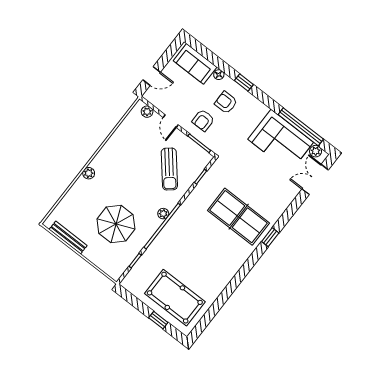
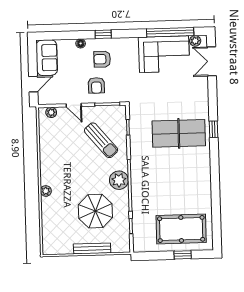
sofa: (195, 64) -> (47, 58), moved, turned -90
plant: (163, 214) -> (119, 180), width x1.87, depth x1.87
bench: (68, 238) -> (92, 248), moved

